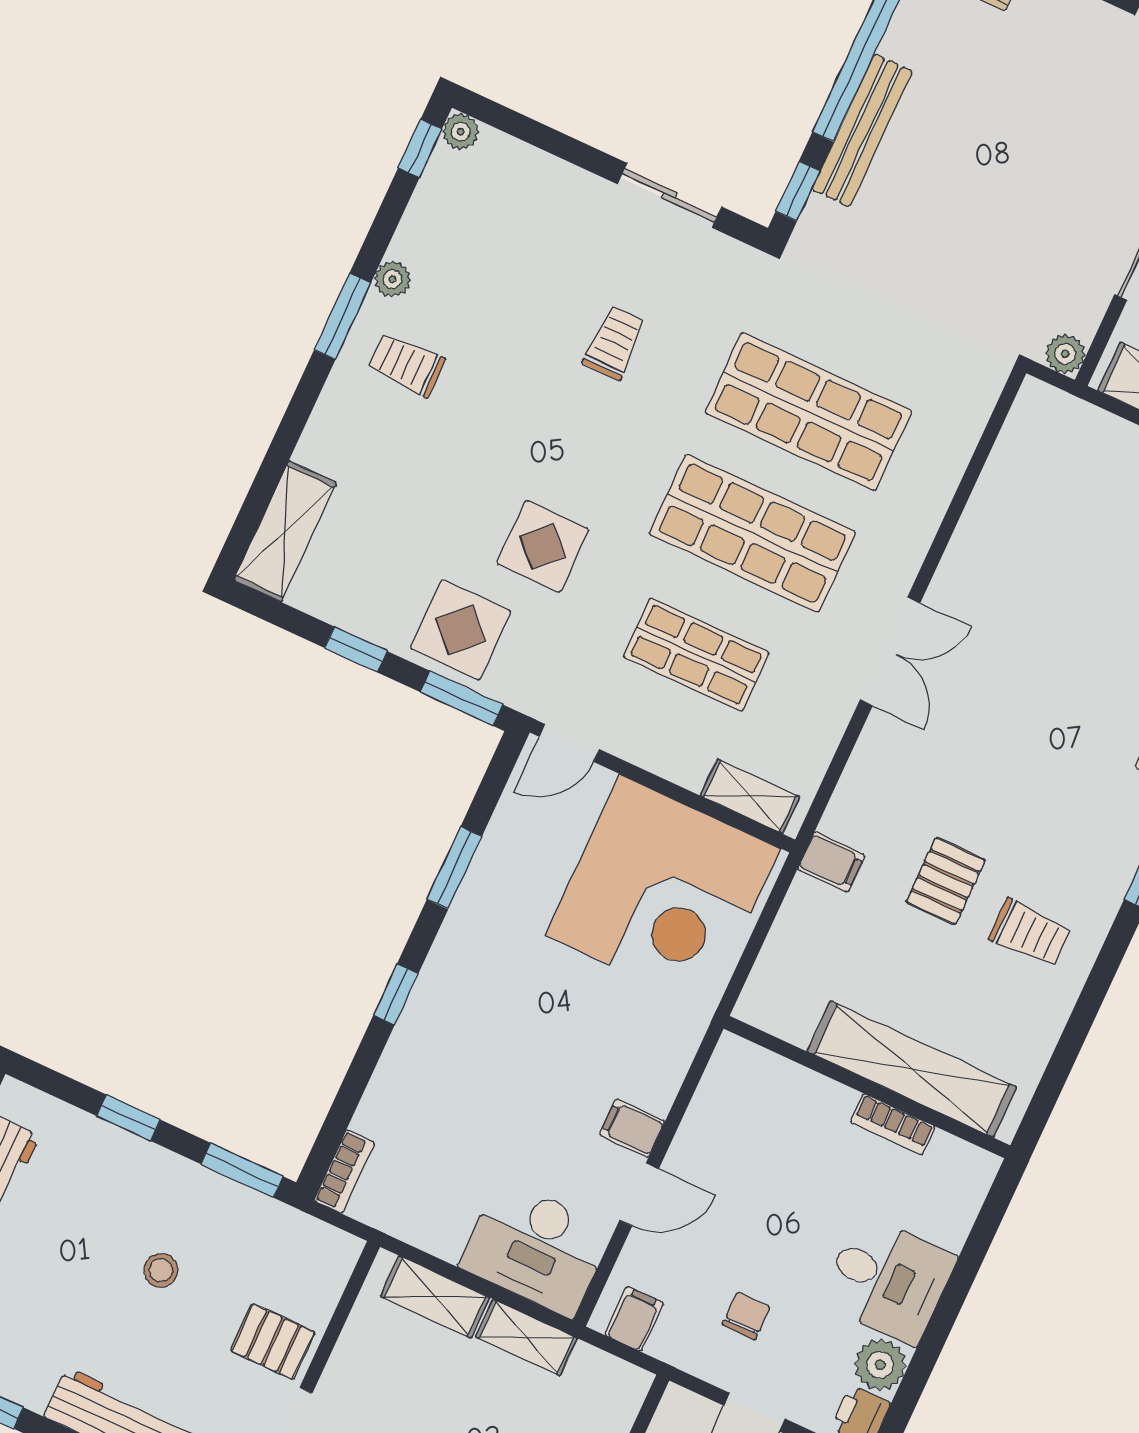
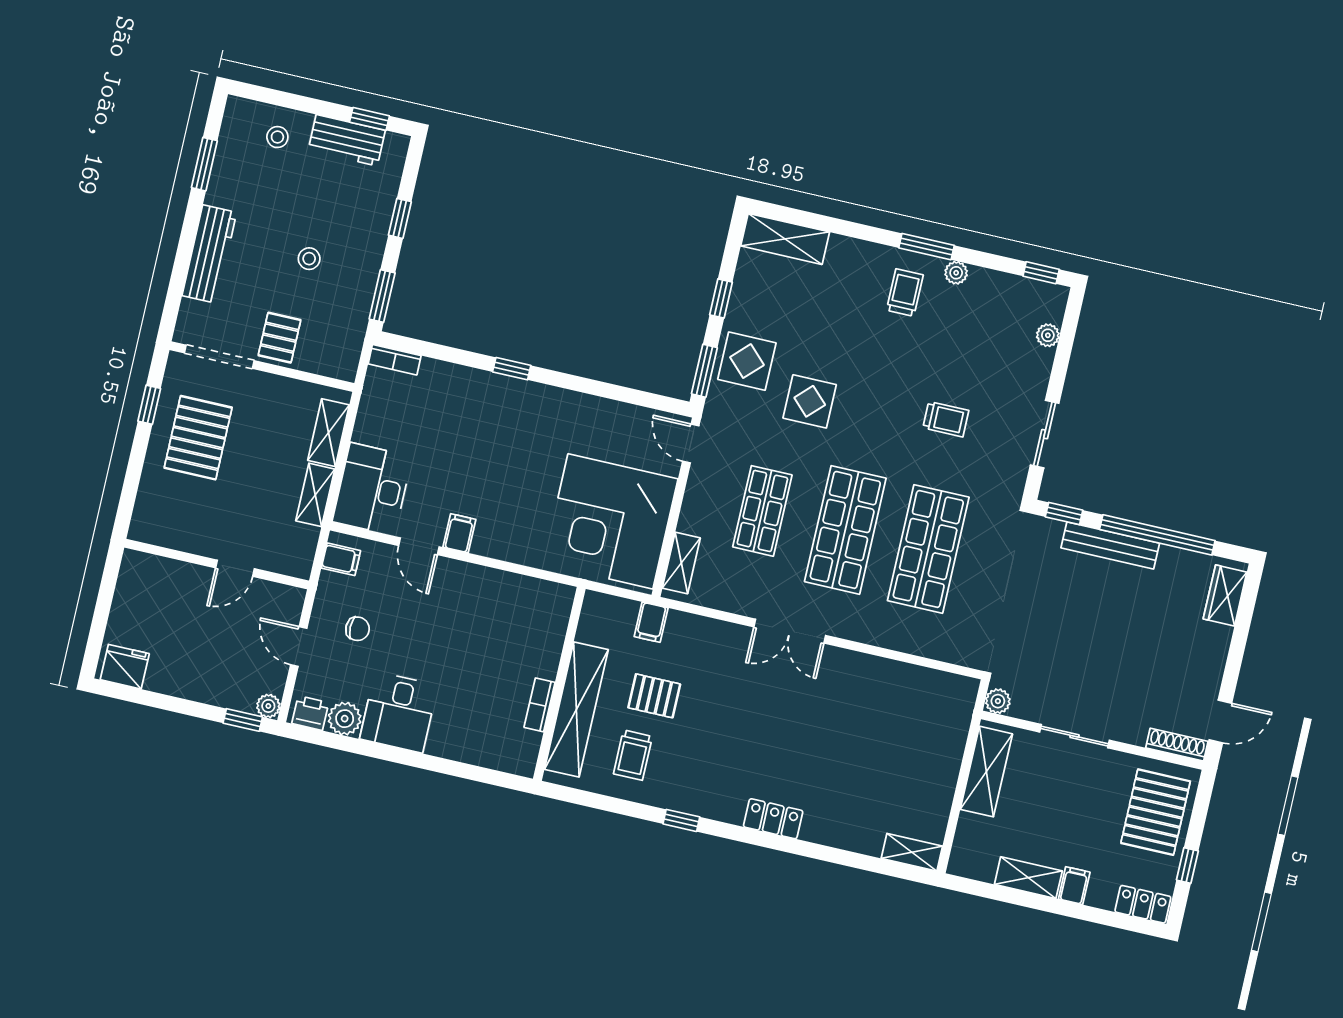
plant: (461, 132) -> (1048, 335), moved
window: (454, 868) -> (598, 388), removed
shelving: (912, 1069) -> (576, 709), moved
wall: (867, 1087) -> (559, 684), moved
bookcase: (893, 1124) -> (539, 705), moved

